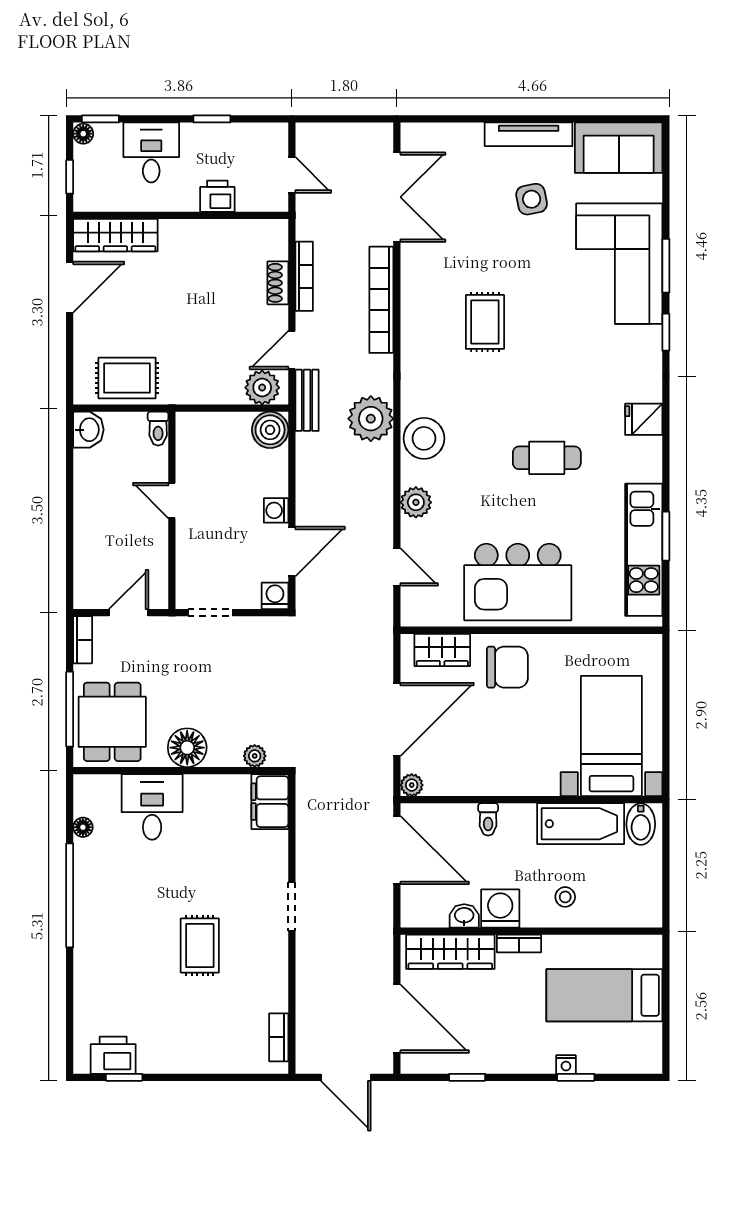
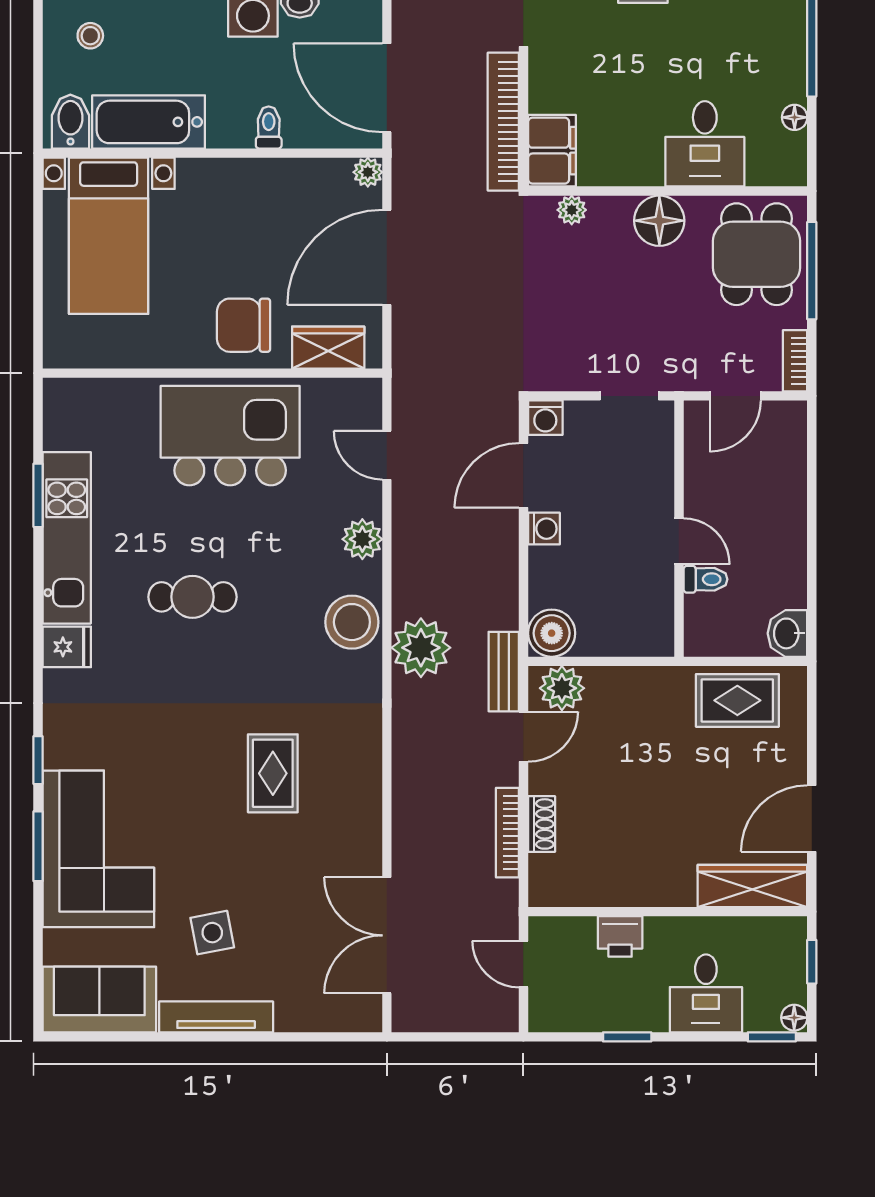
bookcase: (381, 300) -> (503, 122), moved, turned 180
toilet: (158, 429) -> (706, 579), moved, turned 90
kitchen unit: (644, 550) -> (67, 538), moved
stool: (565, 897) -> (90, 36), moved

